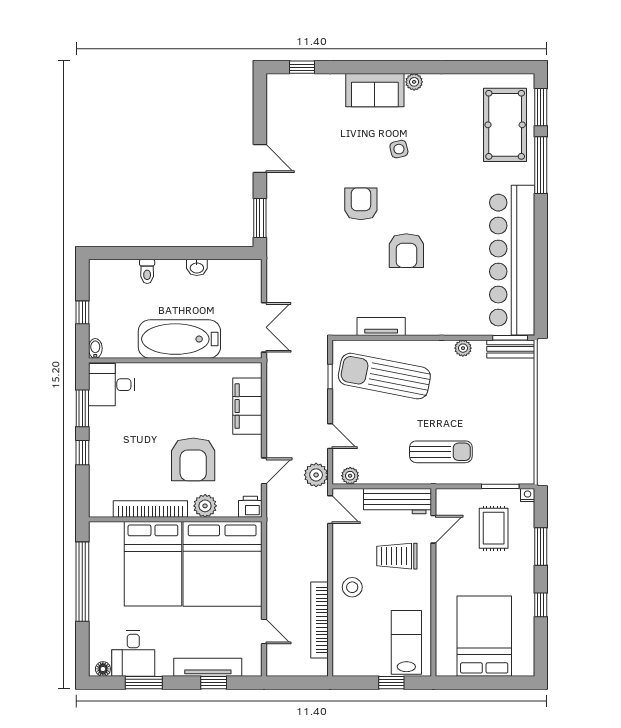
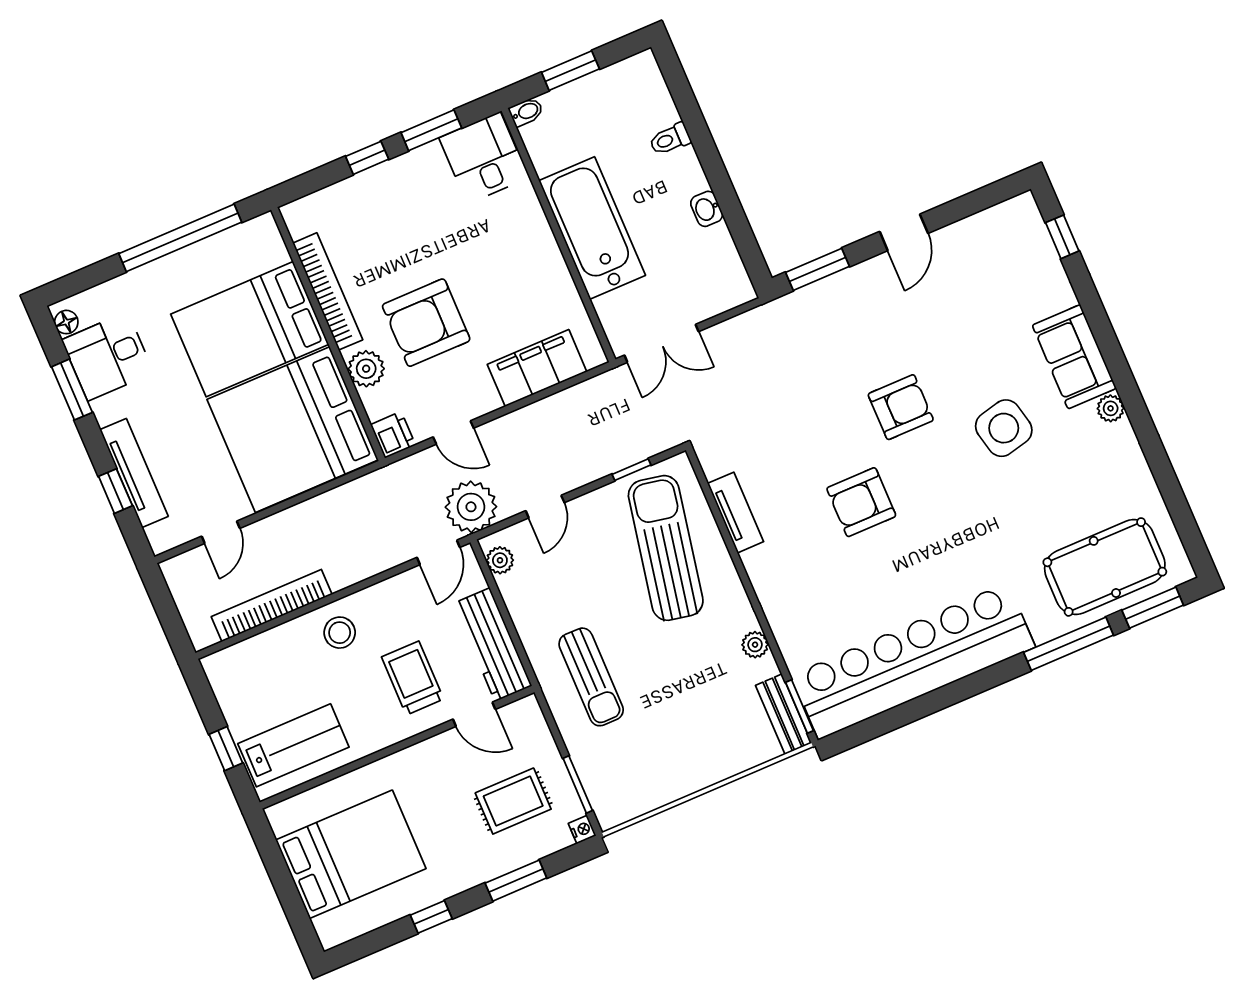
side table: (399, 149) -> (1004, 428), width x1.87, depth x1.87
window: (82, 312) -> (570, 71), width x1.50
plant: (316, 475) -> (471, 507), width x1.36, depth x1.36

